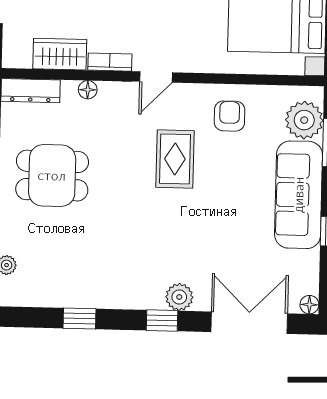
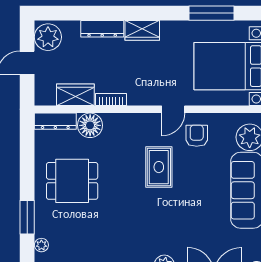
door: (156, 77) -> (173, 109), moved
floor lamp: (88, 90) -> (90, 125), width x1.89, depth x1.89

